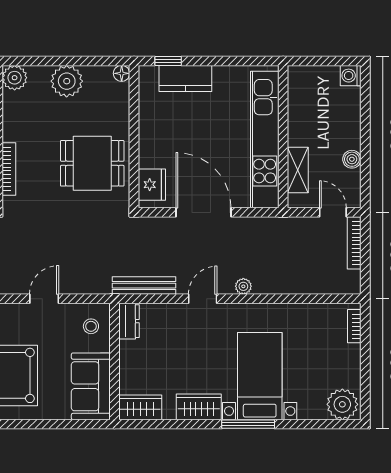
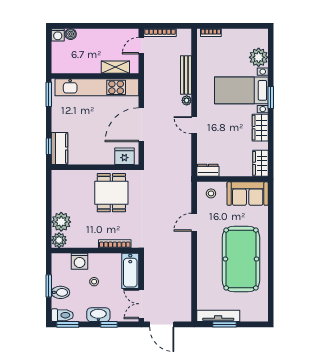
window: (253, 61) -> (49, 94), added
floor lamp: (122, 73) -> (56, 175), removed
kitchen counter: (185, 78) -> (60, 149), moved
plant: (67, 81) -> (61, 222), moved
boiler: (352, 159) -> (71, 34), moved
bench: (144, 286) -> (186, 75), moved
door: (44, 299) -> (194, 222), hinge flipped
plant: (342, 404) -> (259, 57), moved
window: (248, 424) -> (271, 97), width x0.69

